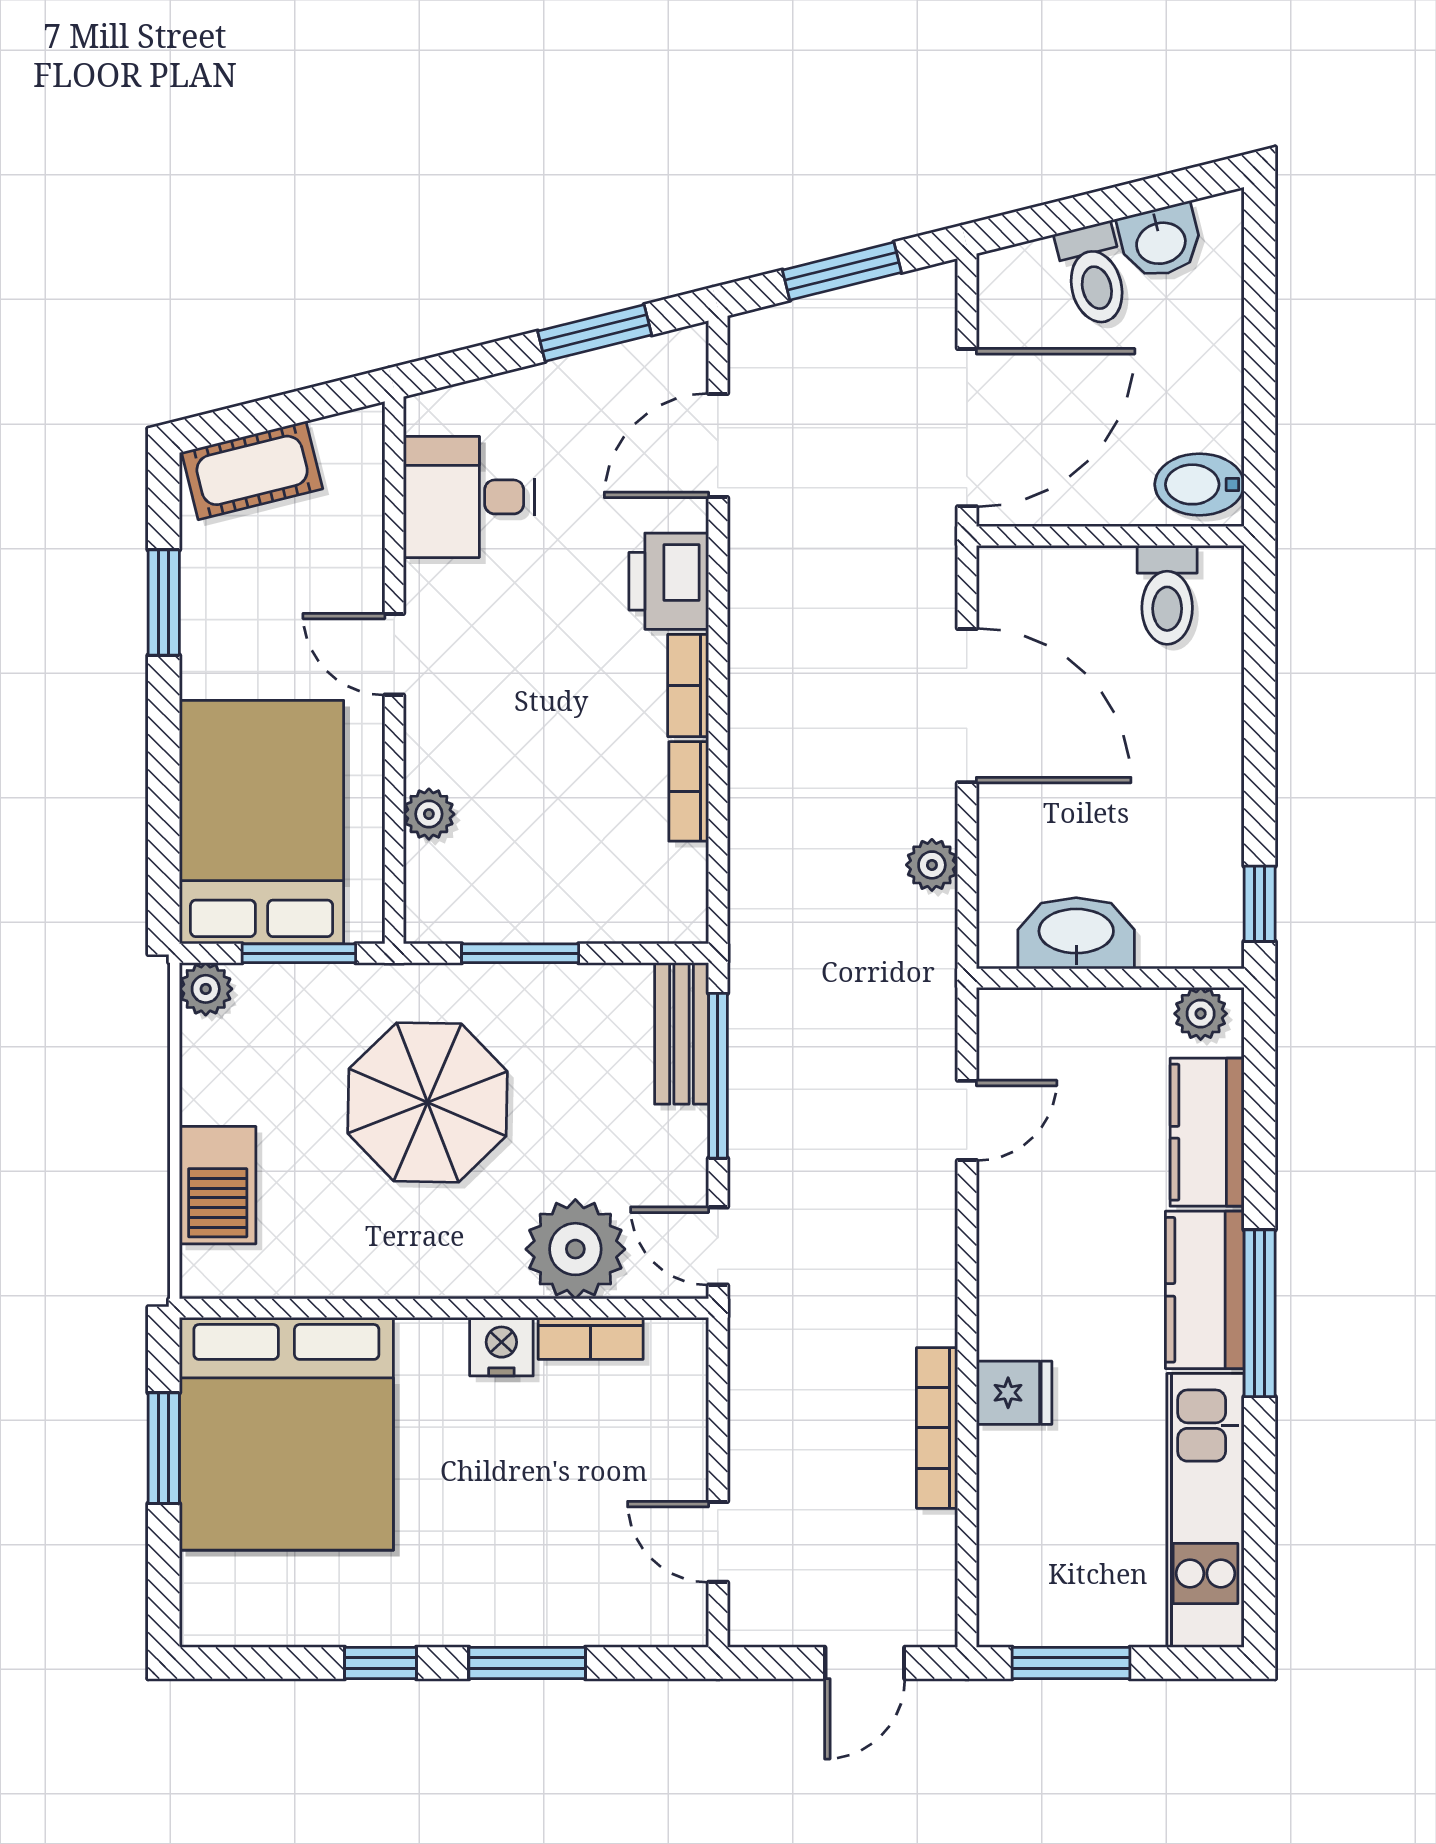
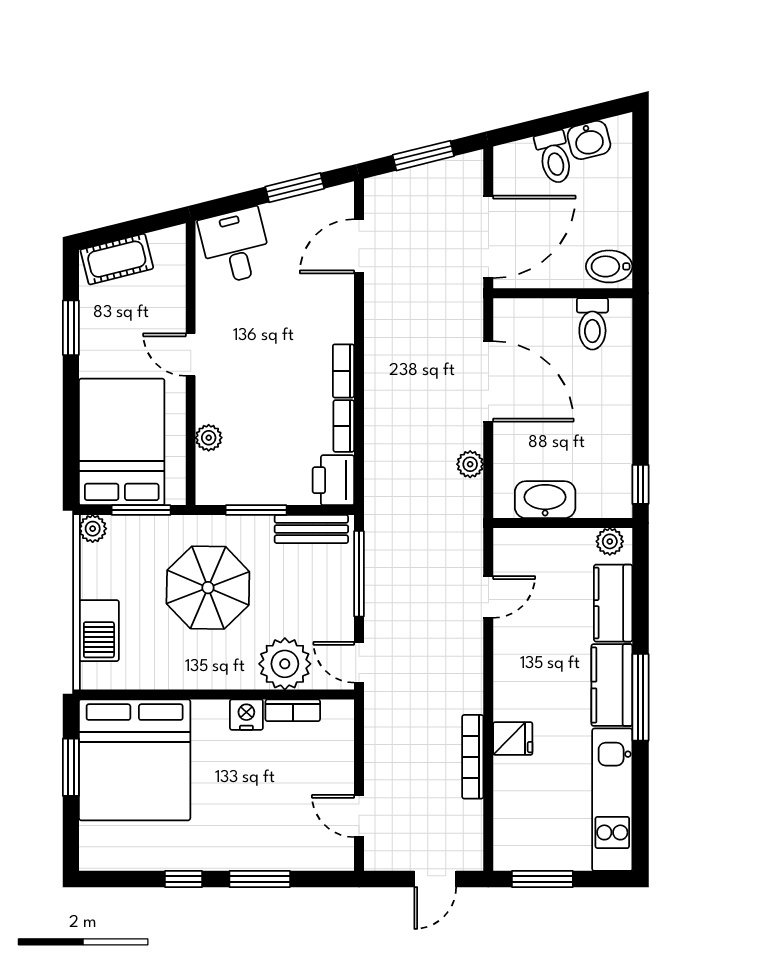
desk: (469, 497) -> (235, 246), moved, turned 76
printer: (669, 581) -> (333, 480), moved
bench: (682, 1033) -> (311, 529), moved, turned 90

